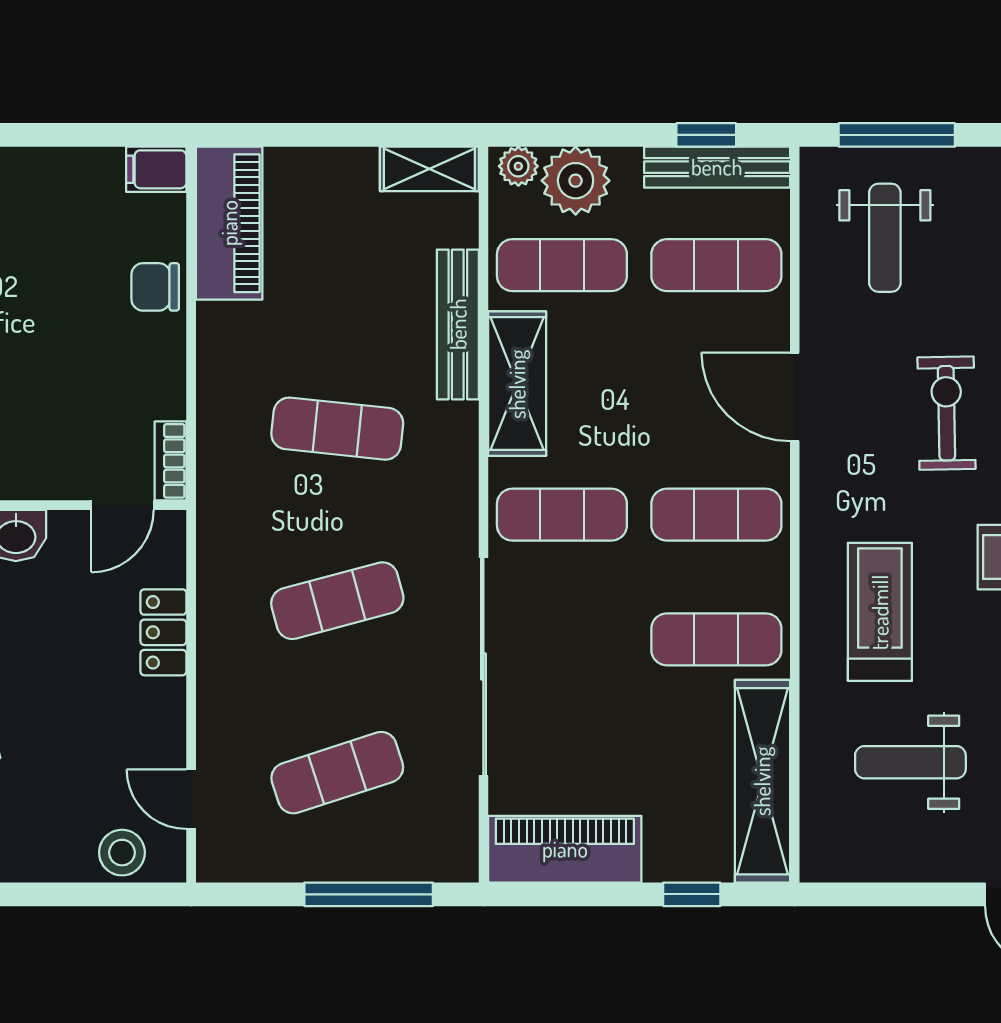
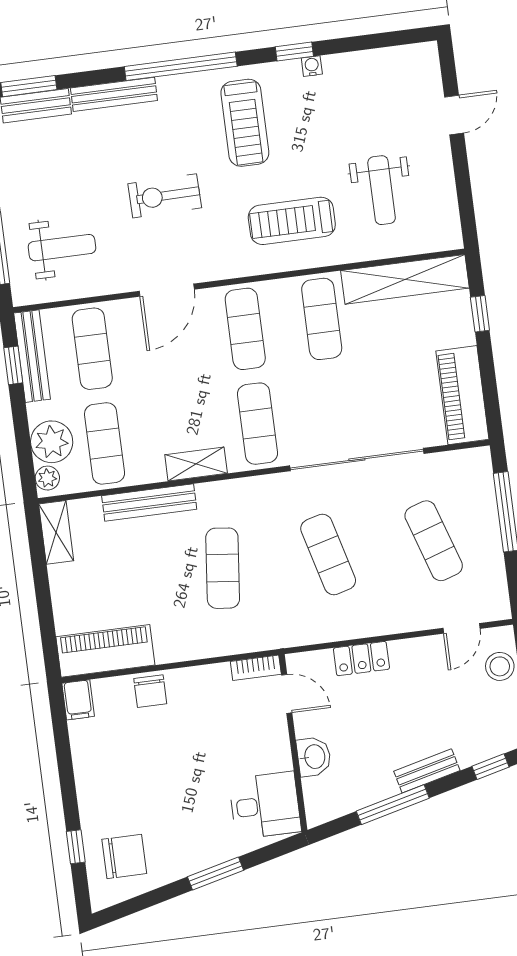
shelving: (517, 384) -> (196, 464), width x0.67, depth x0.75

